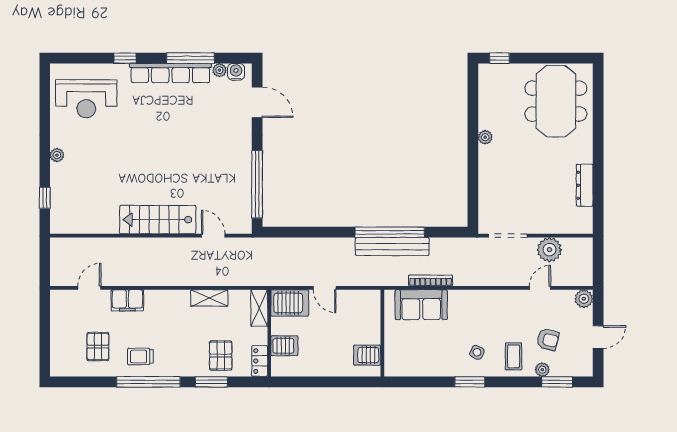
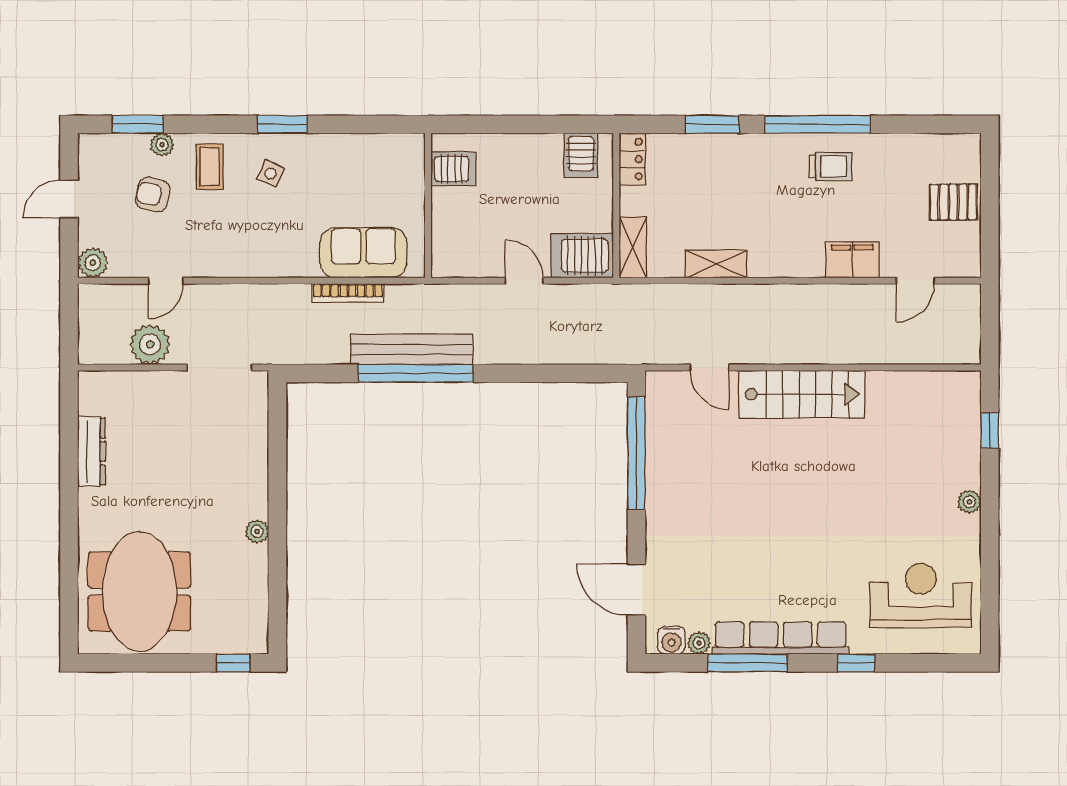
server rack: (284, 346) -> (581, 155), moved, turned -90
pallet: (98, 347) -> (953, 202), moved, turned 90
pallet: (221, 356) -> (697, 168), removed

